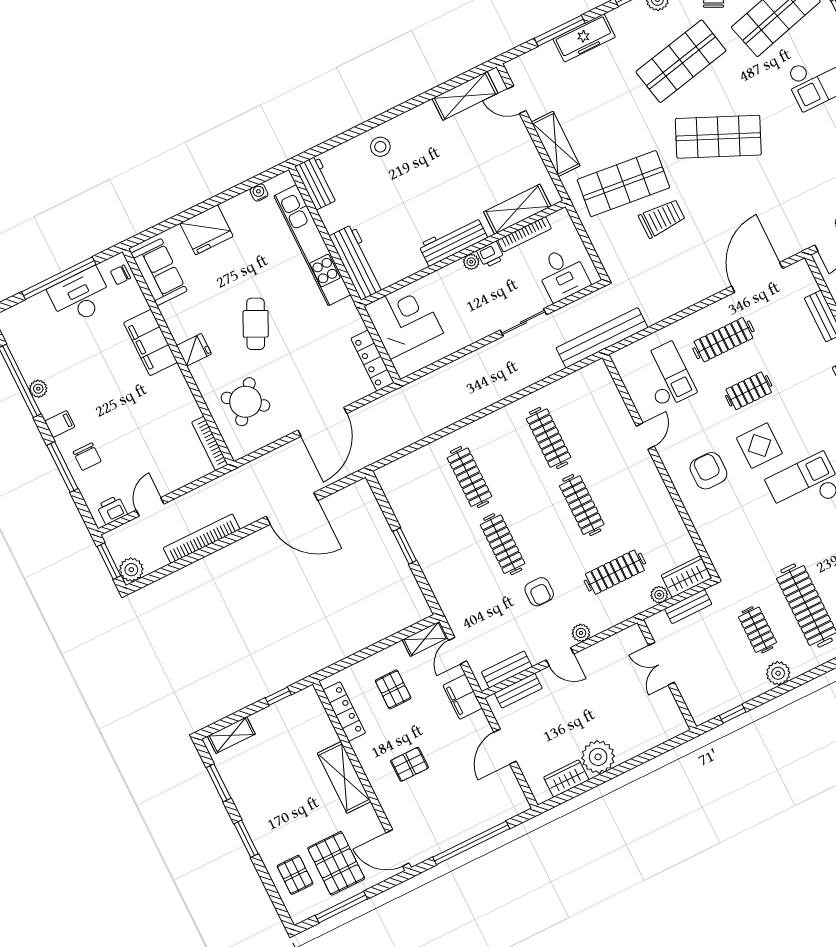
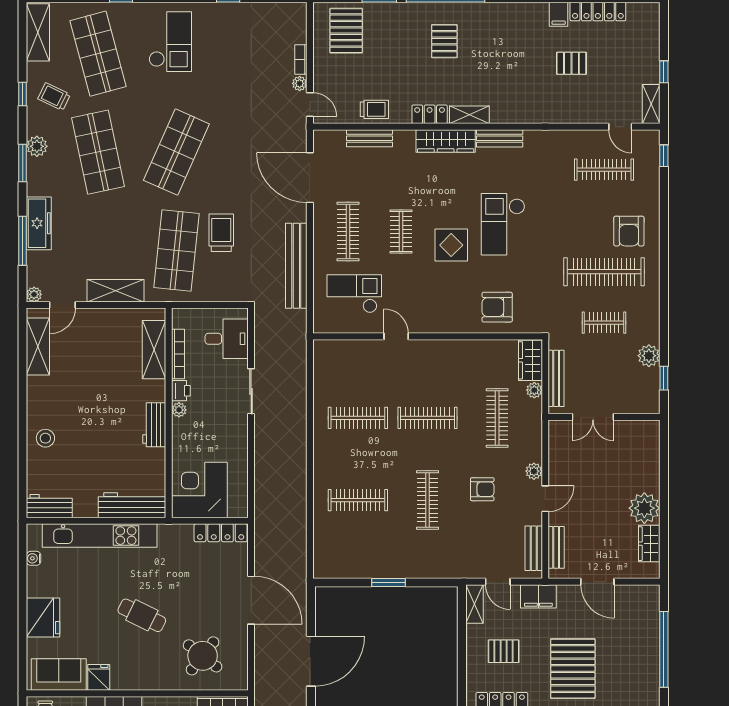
plant: (513, 67) -> (34, 294), added
workbench: (453, 241) -> (154, 425), width x0.73
bench: (602, 338) -> (296, 266), moved
fridge: (194, 350) -> (99, 677), moved
armchair: (708, 471) -> (497, 307), moved
clothes rail: (503, 544) -> (428, 500), turned 90
bench: (688, 606) -> (556, 378), width x1.36
plant: (778, 673) -> (649, 356), moved
pallet: (409, 764) -> (573, 669), width x2.05, depth x2.00

